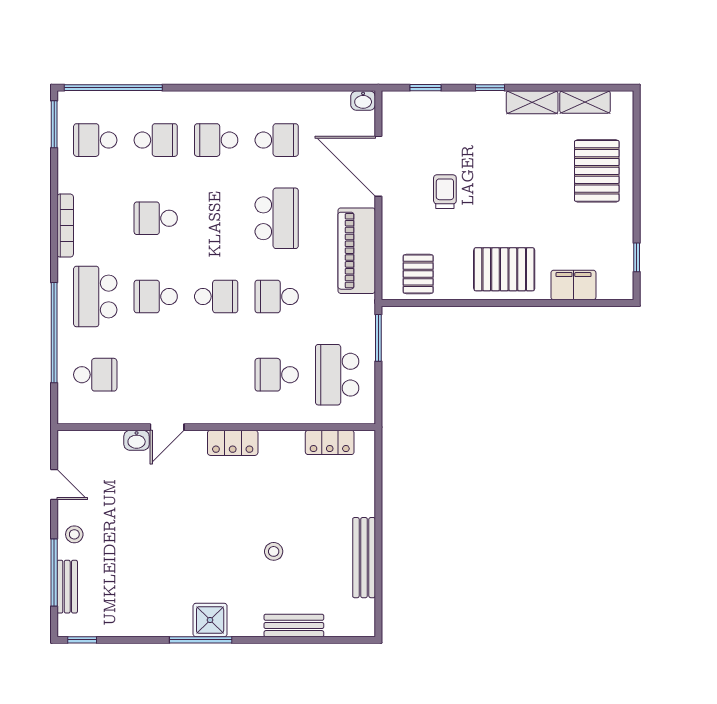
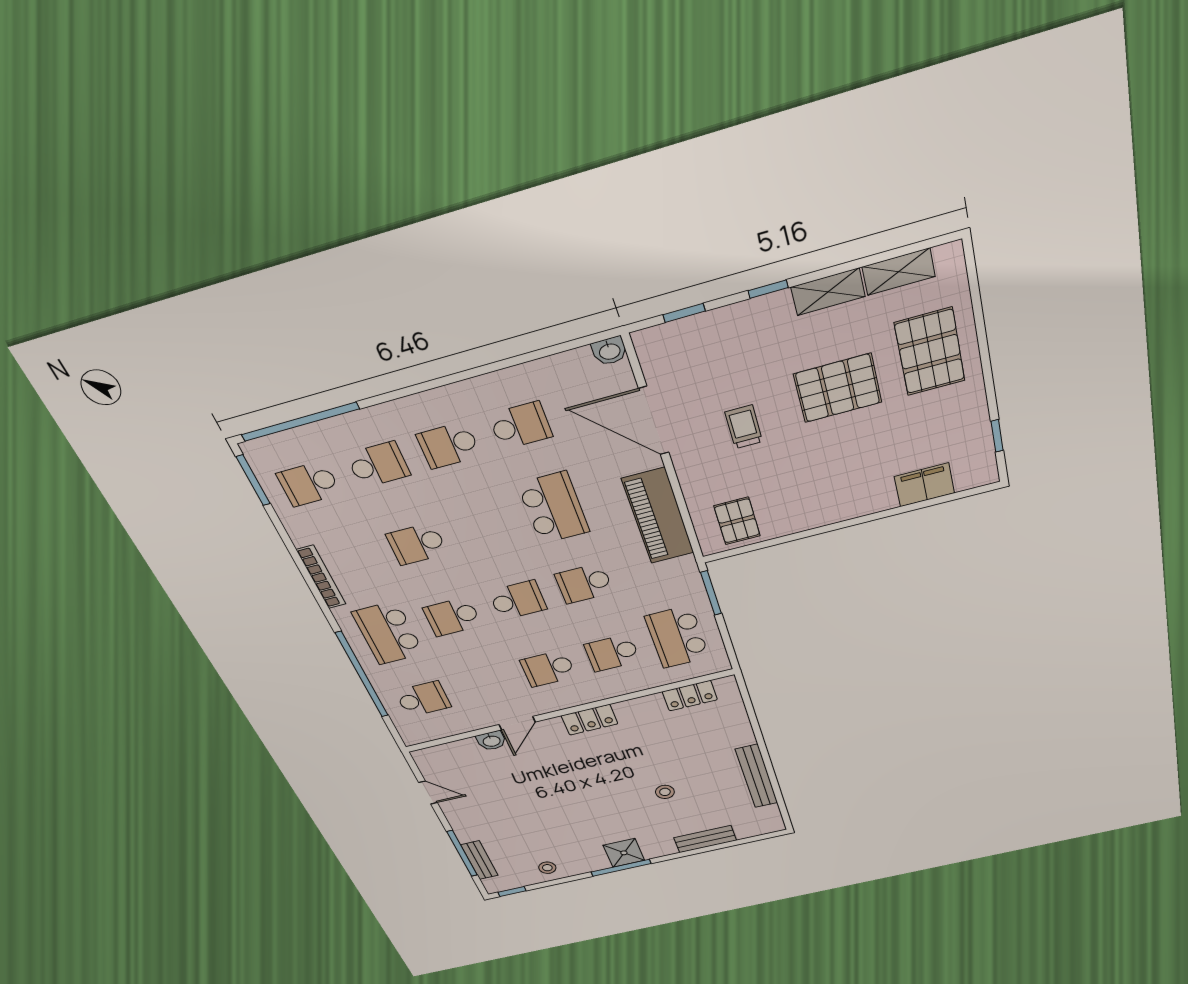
pallet: (504, 269) -> (838, 388), moved
school desk: (216, 375) -> (548, 668), added
stool: (74, 534) -> (547, 868), moved

